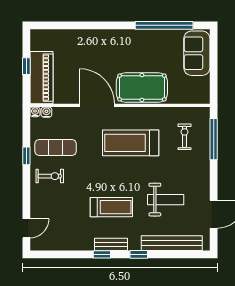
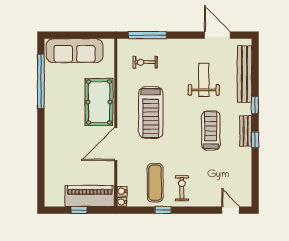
sofa: (197, 53) -> (75, 51), width x1.36

